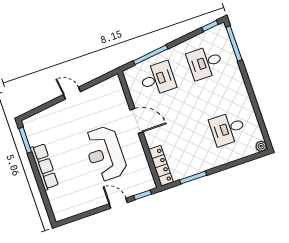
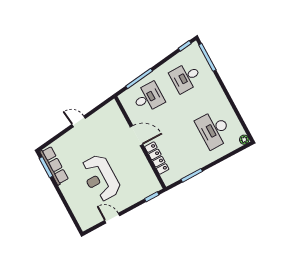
desk: (228, 129) -> (214, 130), width x1.37
reception desk: (105, 154) -> (100, 178), moved
locker: (161, 166) -> (157, 158), moved
row of seats: (44, 167) -> (54, 166), moved
door: (118, 203) -> (112, 218), moved

